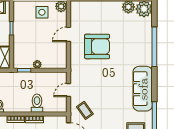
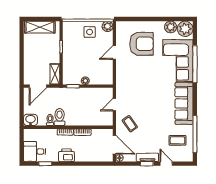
corner sofa: (136, 43) -> (178, 61), added
armchair: (97, 46) -> (141, 44), moved
toilet: (37, 103) -> (60, 117), moved

